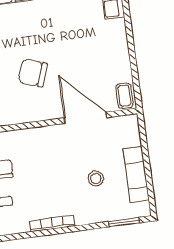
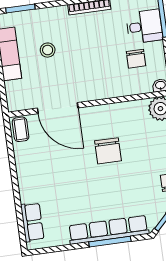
chair: (33, 73) -> (108, 151), turned 70

